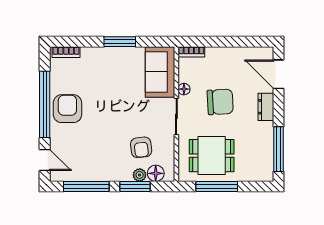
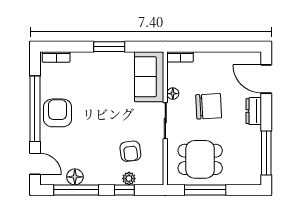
floor lamp: (156, 173) -> (75, 177), moved
window: (135, 186) -> (124, 190), width x0.67

